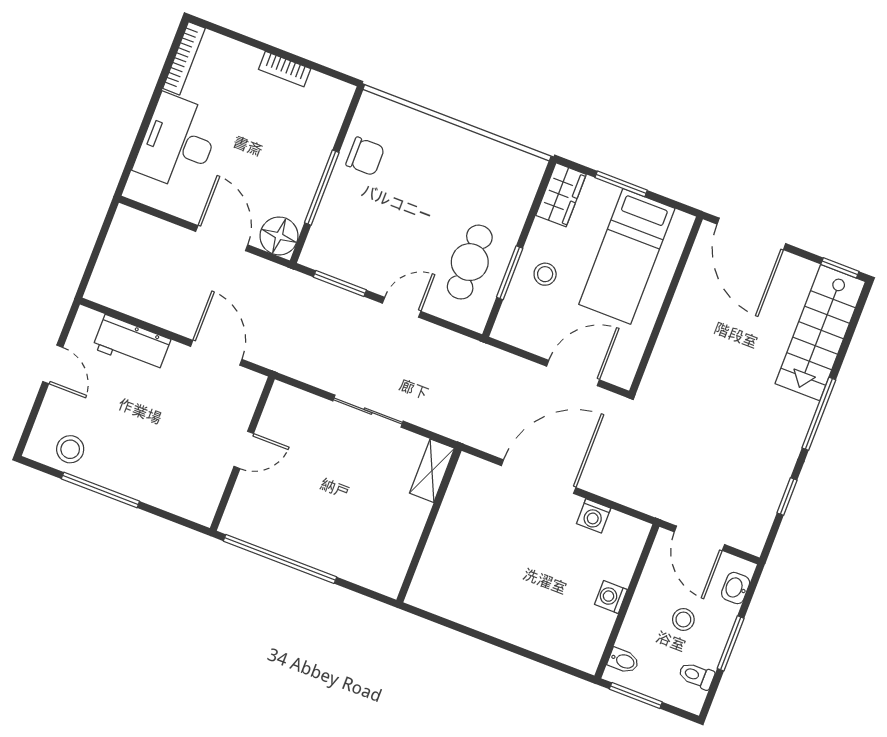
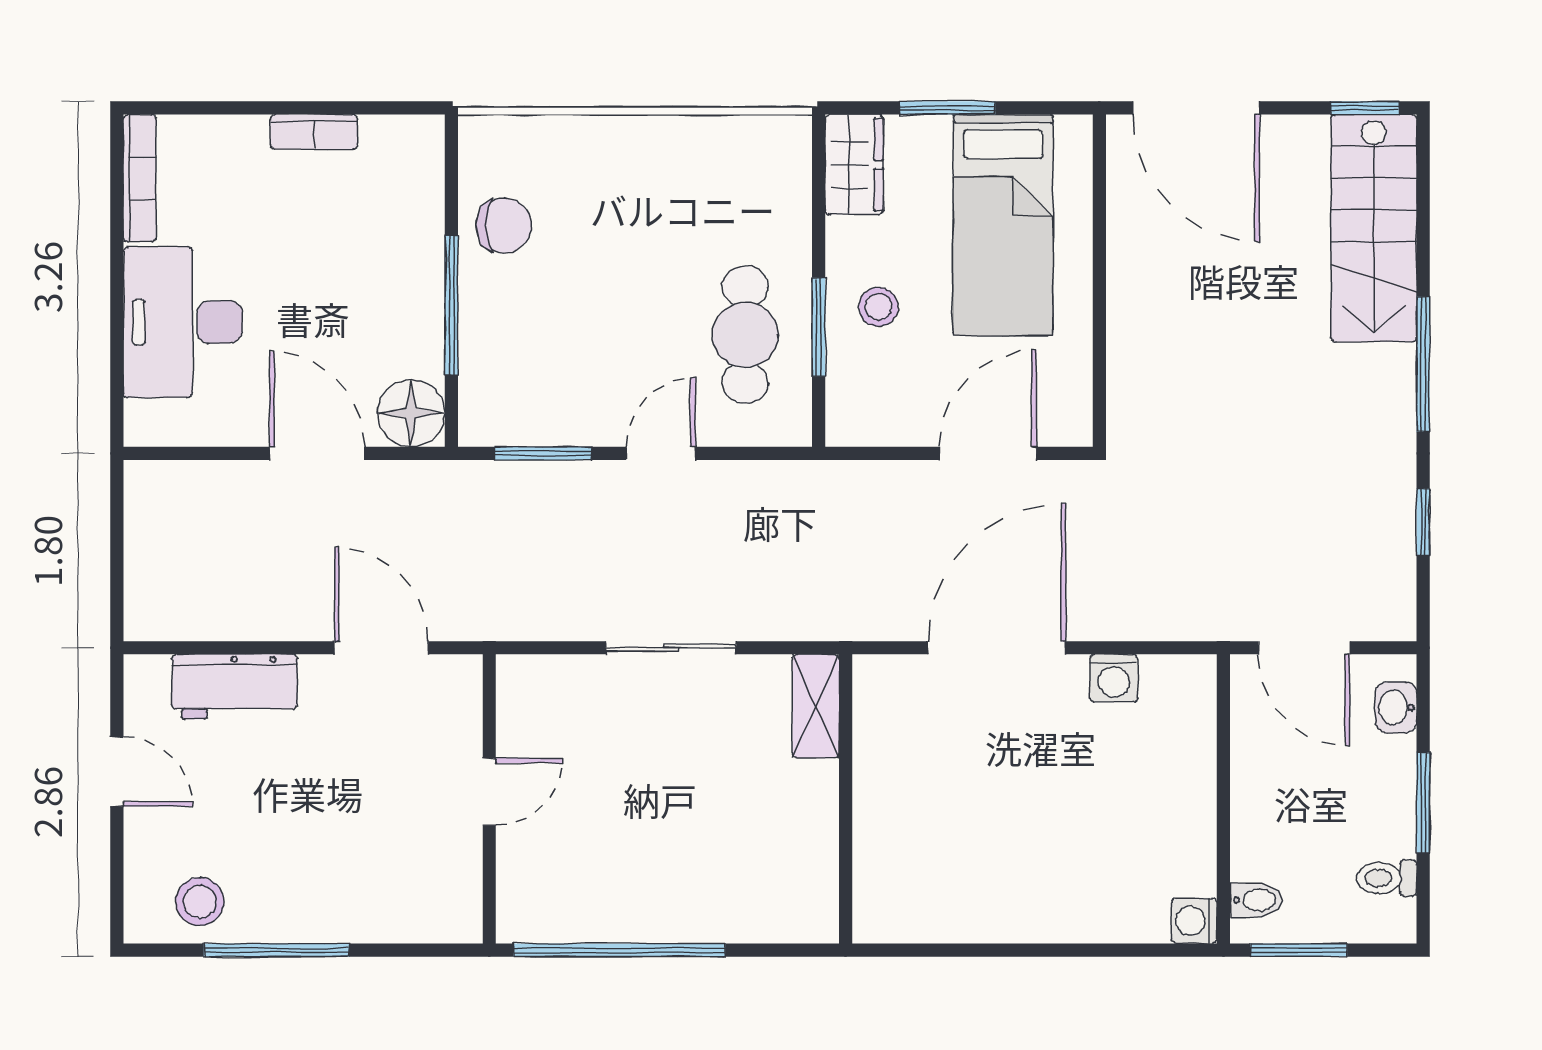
washing machine: (611, 597) -> (1194, 921), moved
stool: (683, 619) -> (1329, 793), removed

